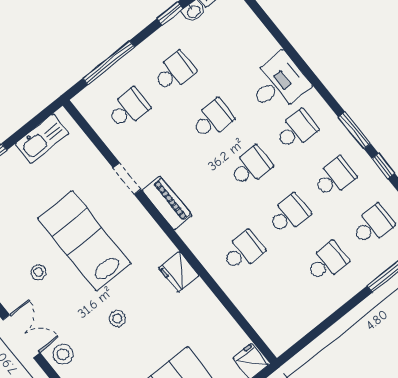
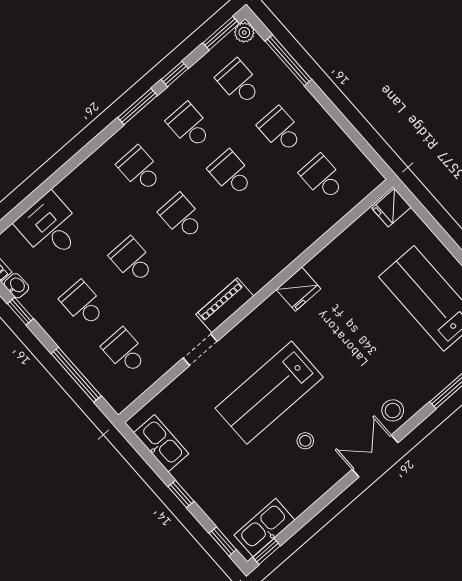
desk: (278, 84) -> (50, 227), moved
school desk: (243, 251) -> (322, 178), moved
stool: (117, 318) -> (352, 353), removed

